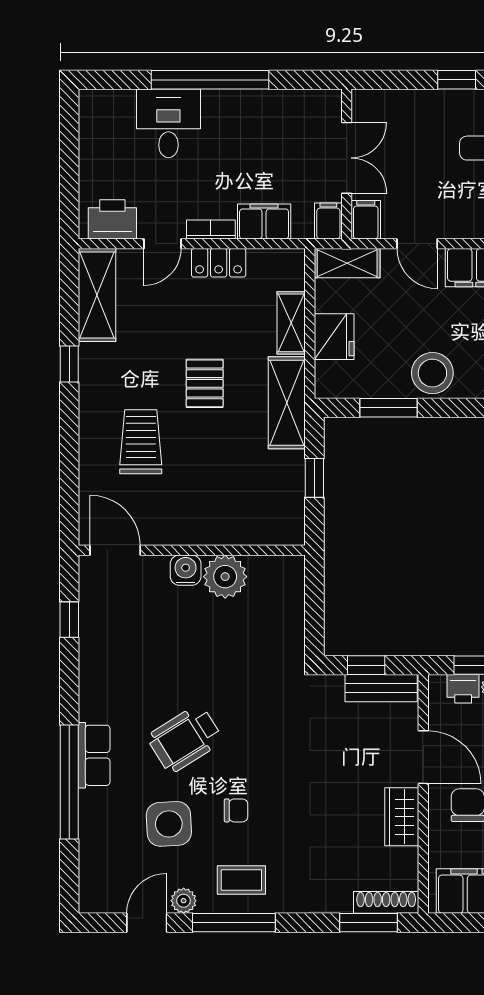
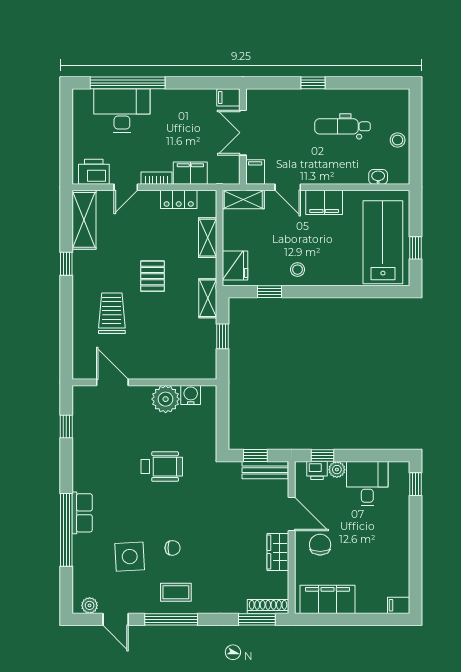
window: (210, 80) -> (128, 83), moved
desk: (168, 123) -> (122, 111), width x1.37
double door: (347, 158) -> (243, 133), swing flipped
filing cabinet: (328, 221) -> (228, 97), moved, turned -90
locker: (219, 263) -> (179, 199), moved
fridge: (334, 337) -> (235, 265), moved
stool: (432, 373) -> (297, 270), width x0.53, depth x0.53
shelving: (287, 403) -> (208, 298), width x0.67, depth x0.75
window: (389, 408) -> (270, 292), width x0.67
door: (115, 550) -> (112, 382), moved
water cooler: (186, 570) -> (191, 395), moved
wheelchair: (185, 739) -> (162, 467), moved, turned -148
plant: (184, 901) -> (90, 605), moved
door: (147, 923) -> (116, 619), swing flipped

